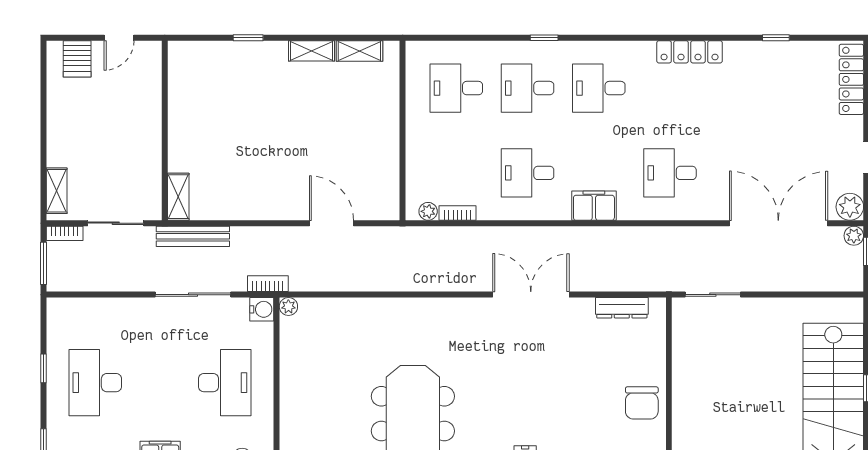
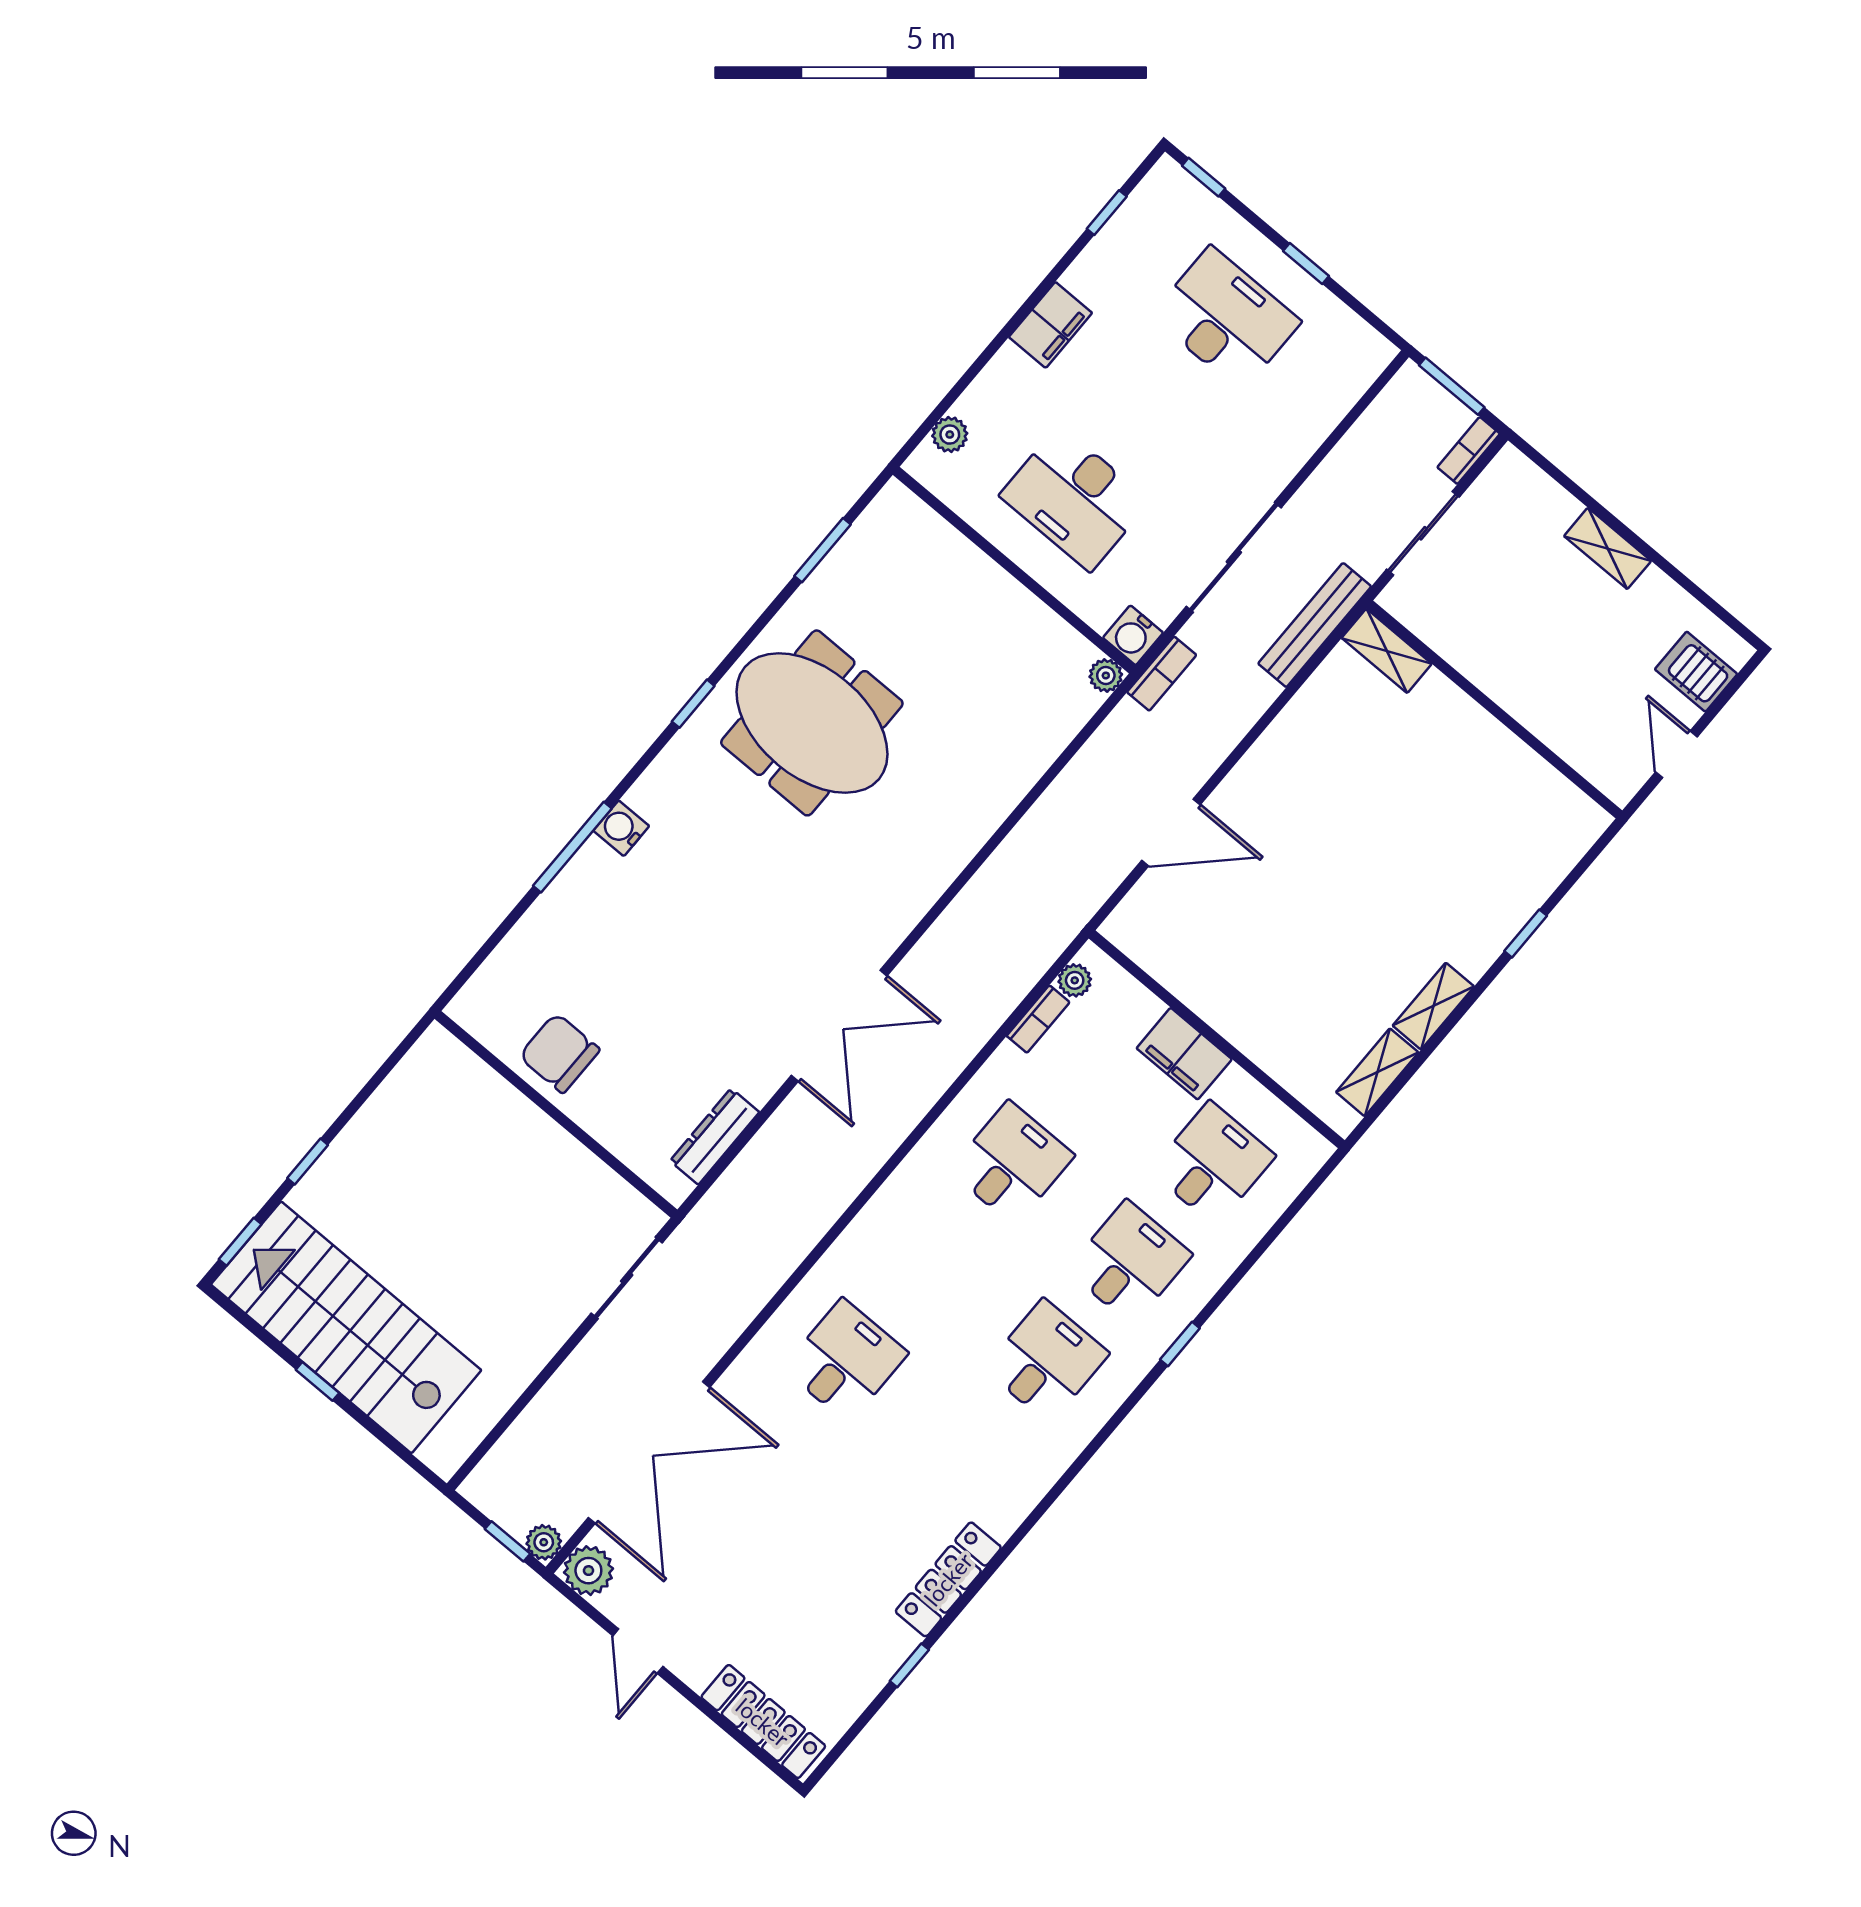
locker: (690, 52) -> (948, 1579), moved
shelving: (57, 191) -> (1608, 548), moved
filing cabinet: (594, 206) -> (1184, 1054), moved, turned 90

